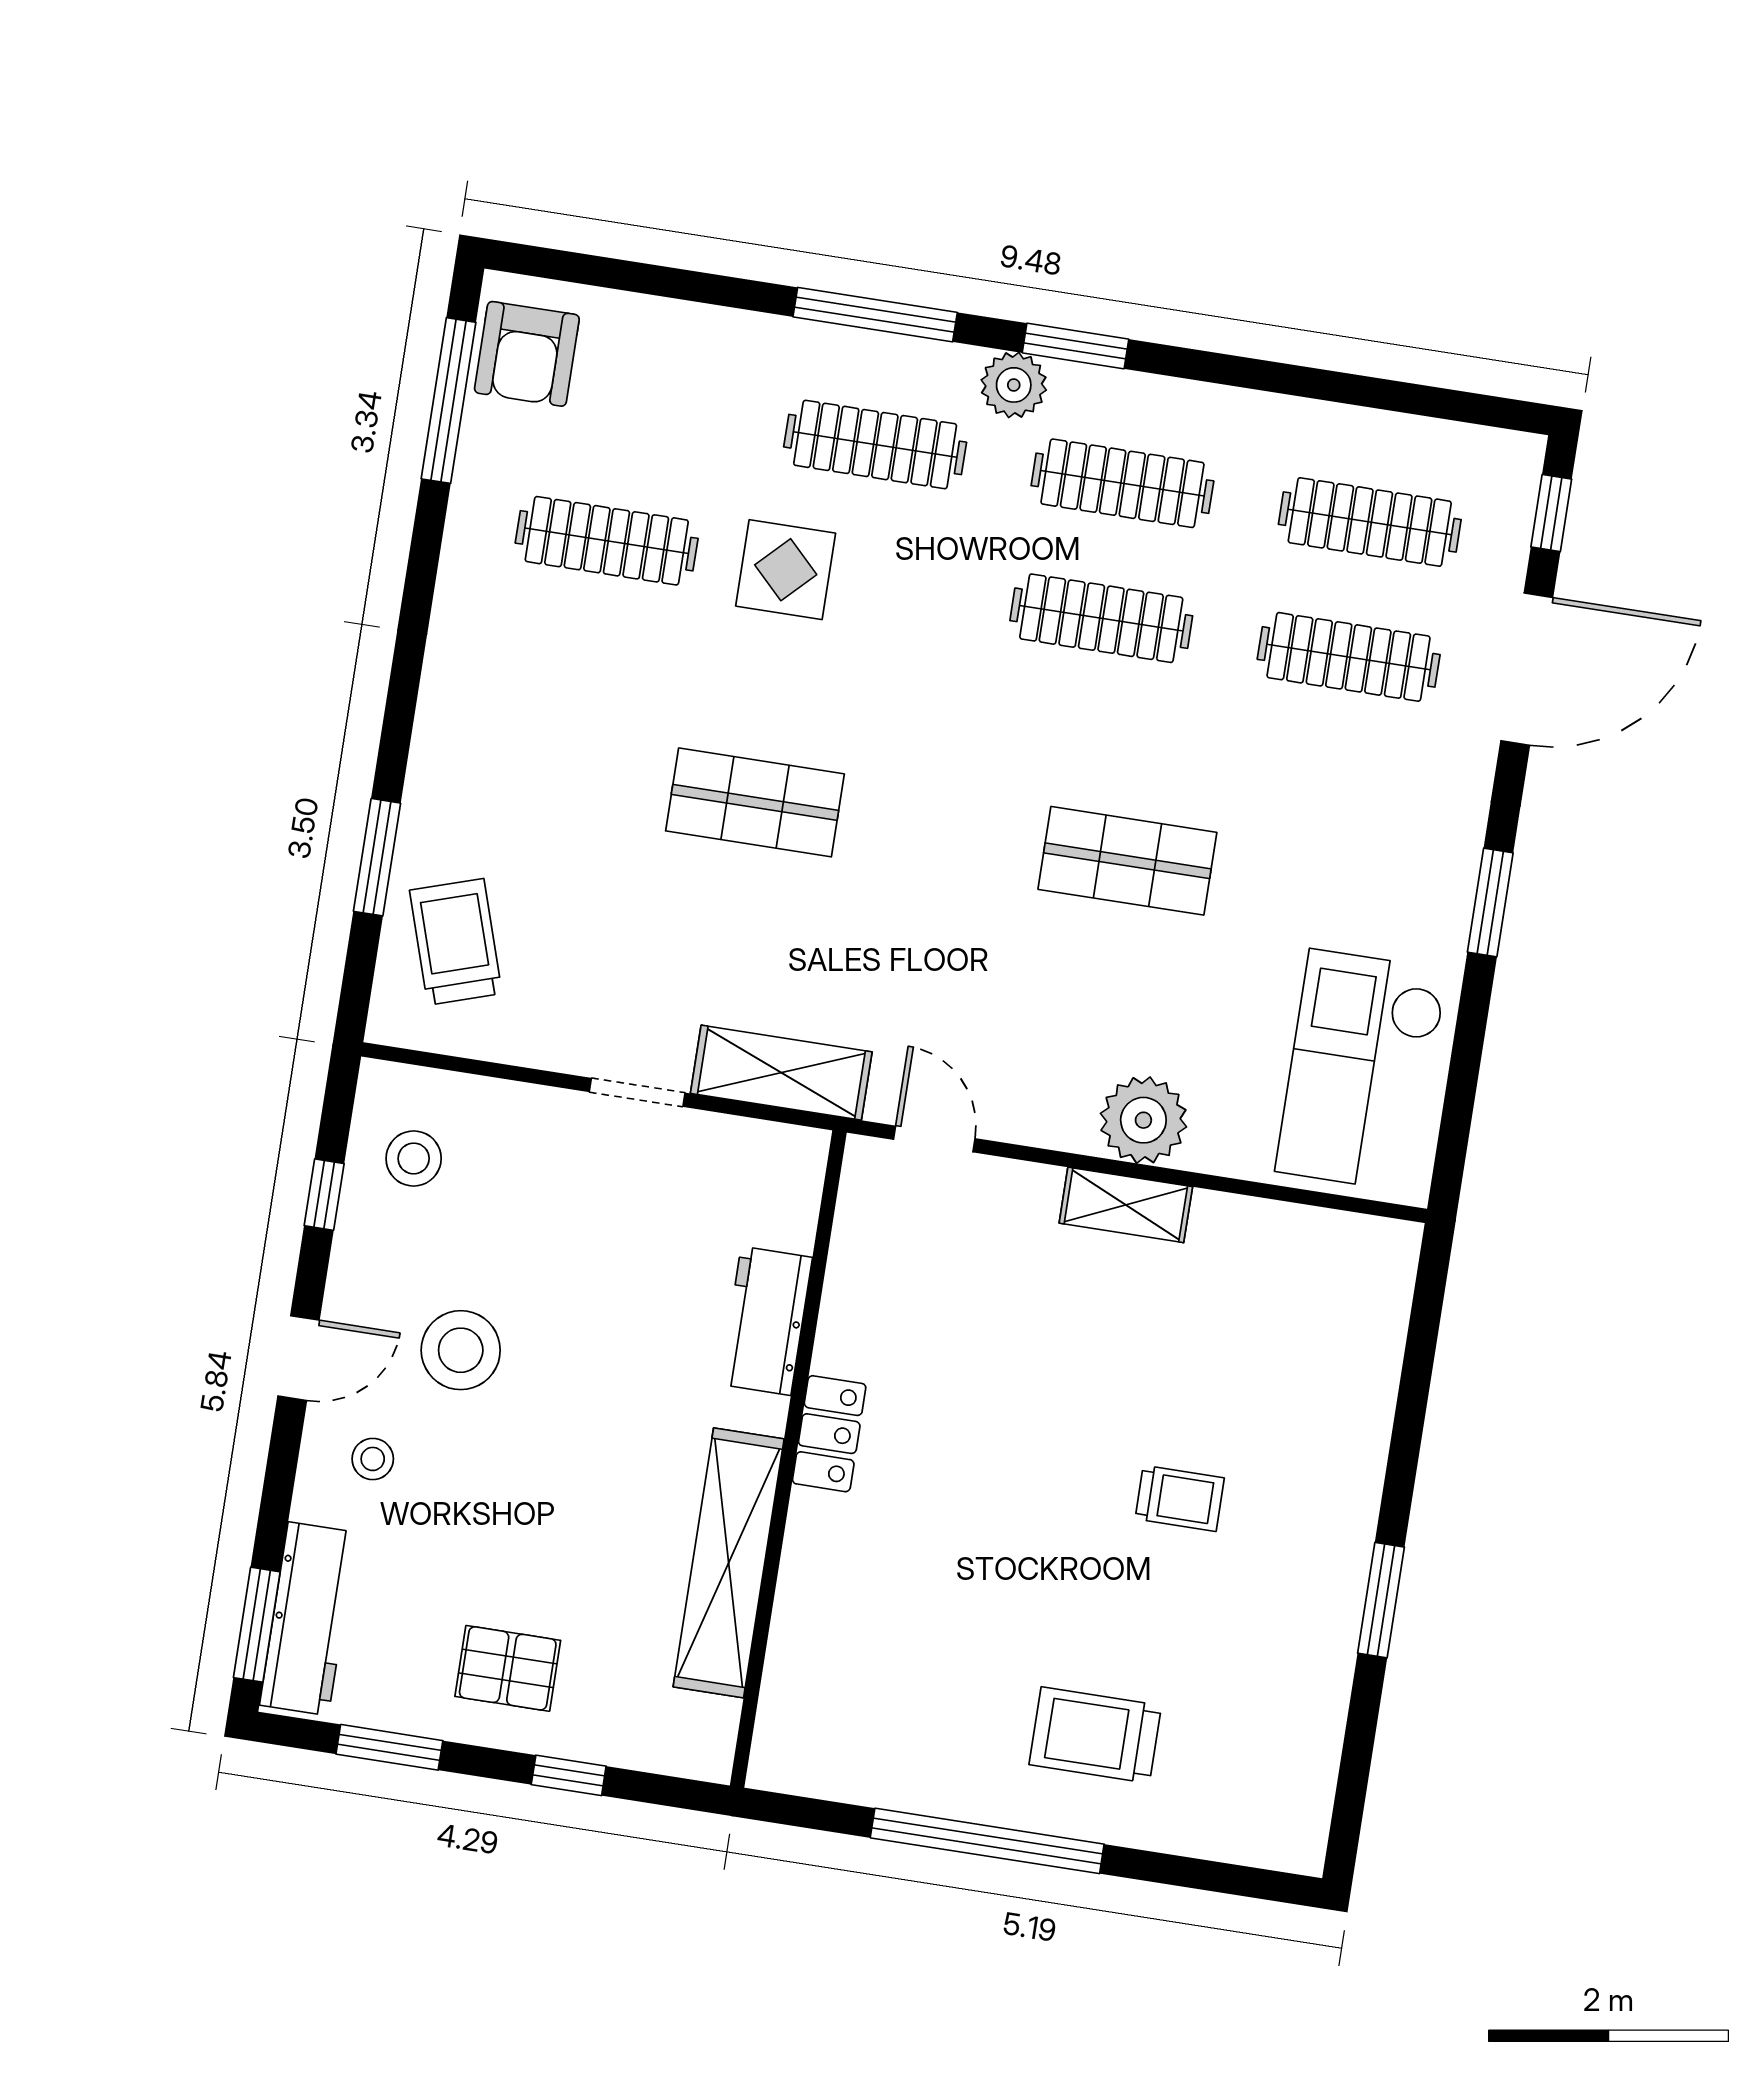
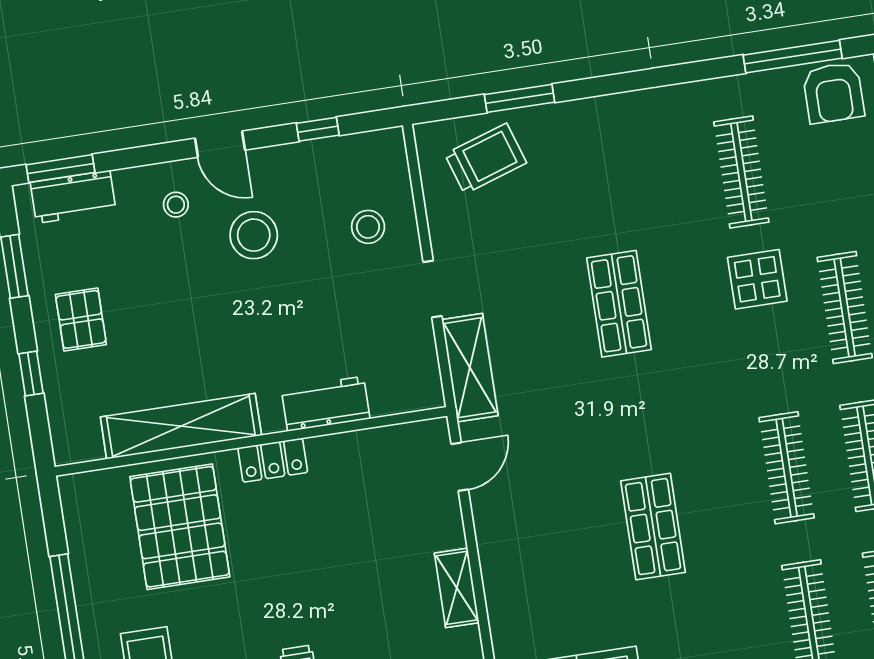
armchair: (527, 354) -> (833, 93), turned -90
plant: (1143, 1120) -> (508, 583), removed
stool: (414, 1158) -> (368, 227), moved
pallet: (888, 1616) -> (180, 527), added
workbench: (308, 1619) -> (73, 197), width x0.73

